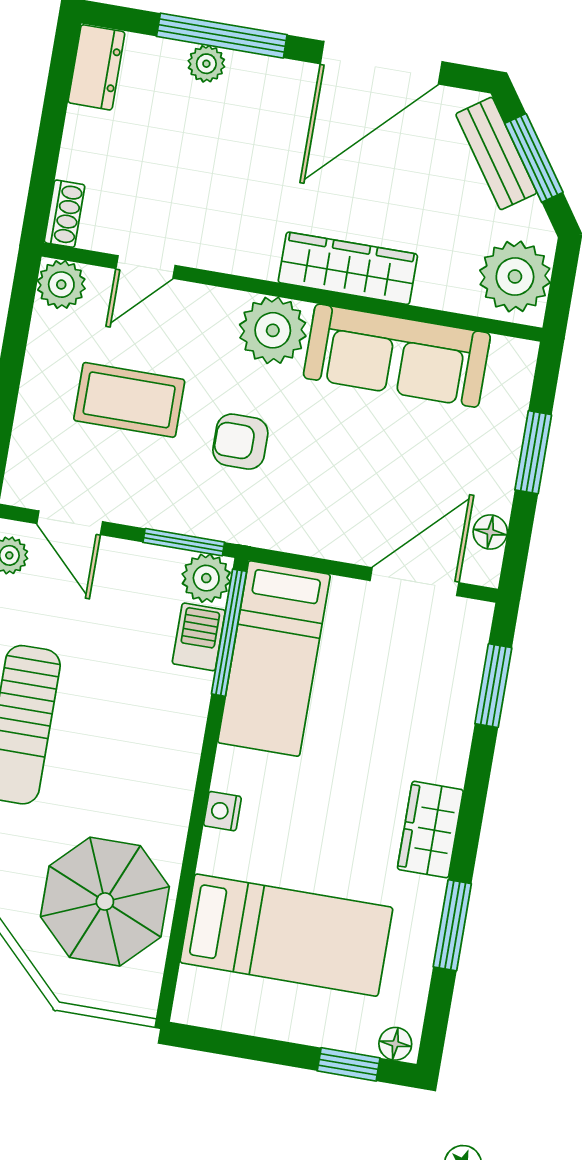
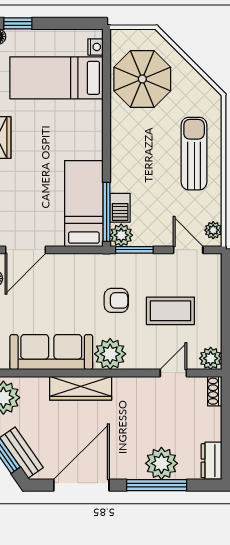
plant: (206, 64) -> (161, 463), width x1.88, depth x1.88
nightstand: (222, 811) -> (96, 47), moved

